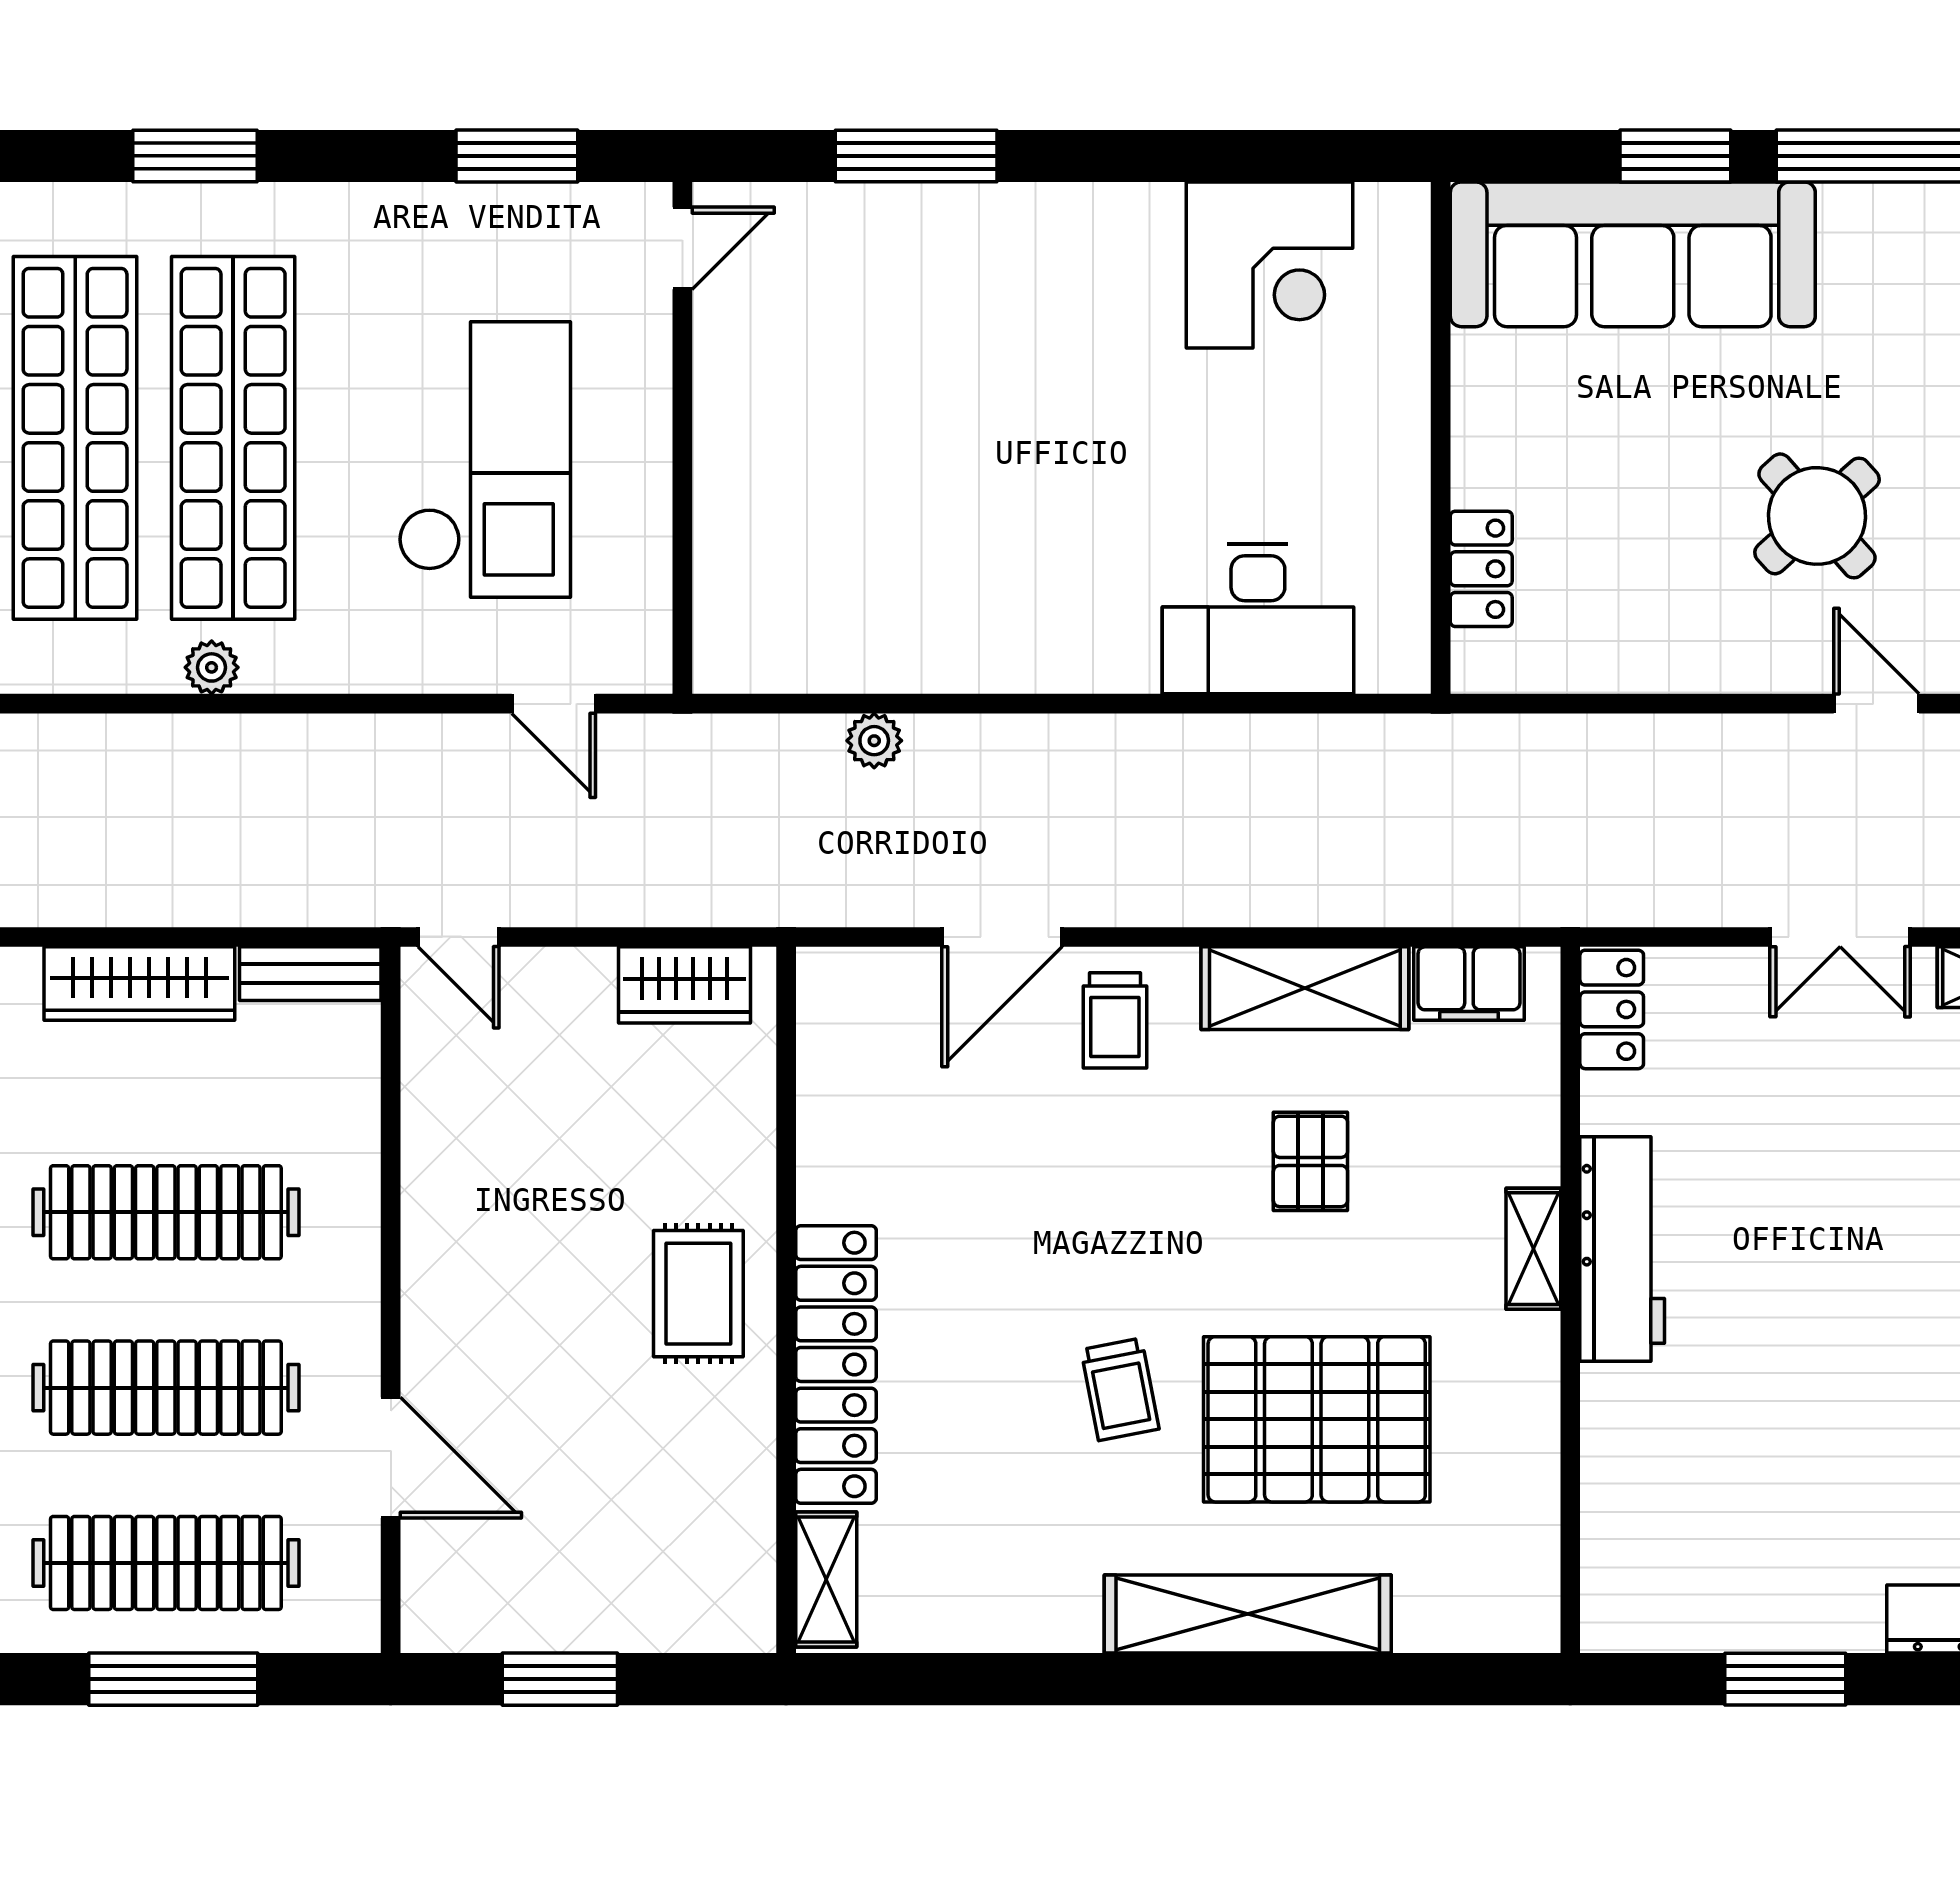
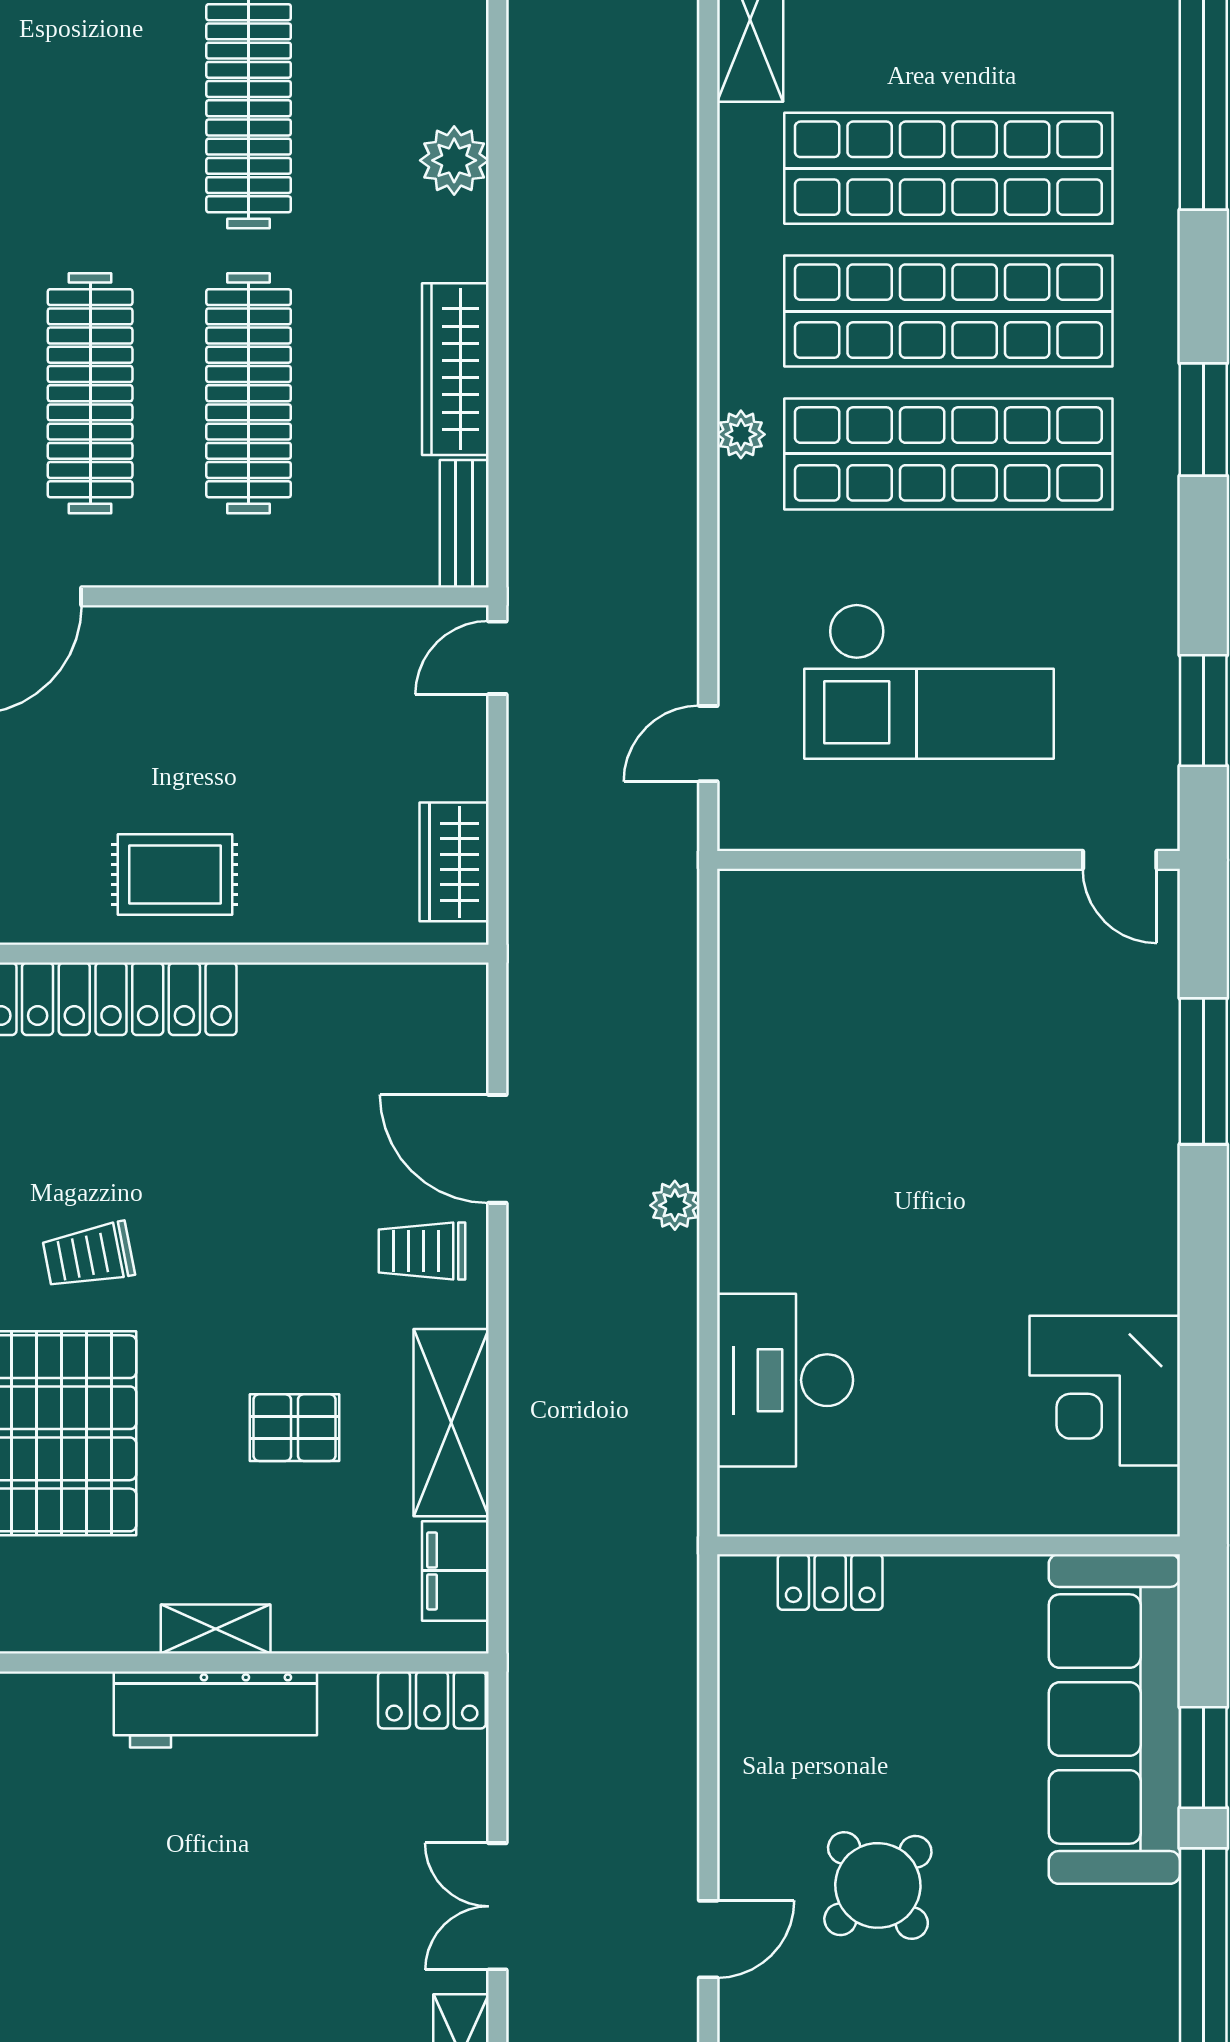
plant: (874, 741) -> (675, 1205), moved

